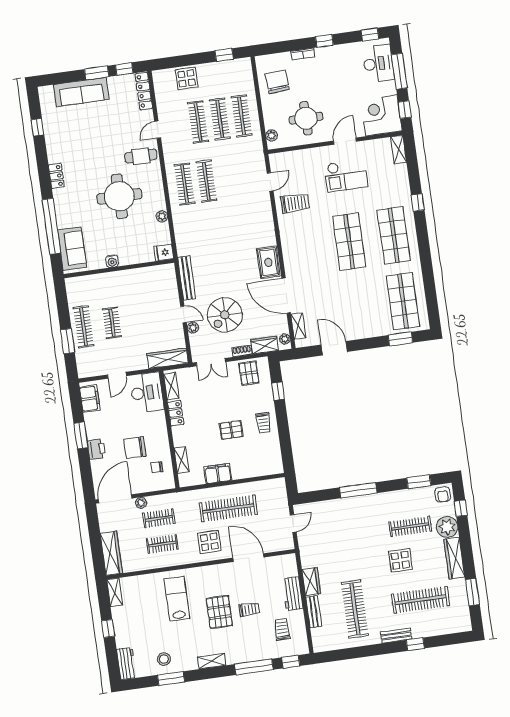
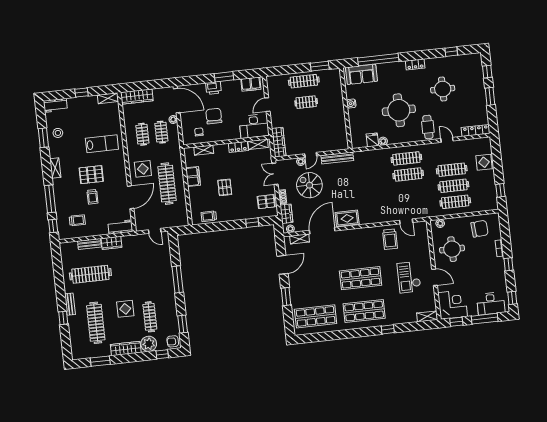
window: (124, 69) -> (487, 72), moved
sofa: (81, 92) -> (476, 85), removed
round table: (89, 138) -> (443, 89), added
fridge: (164, 252) -> (372, 140), moved
window: (400, 339) -> (286, 297), moved
window: (68, 341) -> (320, 66), moved
door: (117, 375) -> (267, 105), hinge flipped
trolley: (263, 423) -> (209, 216), moved
workbench: (293, 594) -> (120, 227), moved

